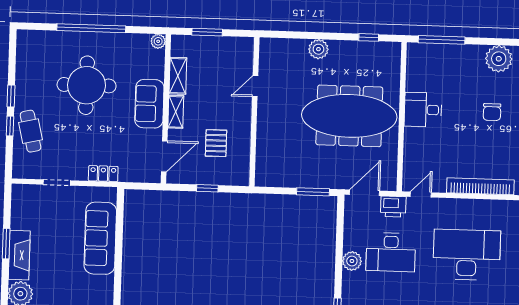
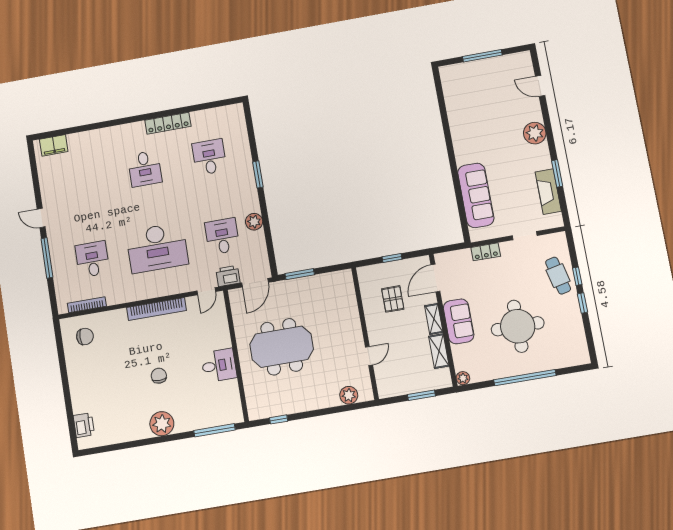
plant: (318, 49) -> (349, 395), moved
meeting table: (349, 116) -> (282, 347), width x0.73
desk: (391, 252) -> (222, 236), width x0.73
fireplace: (19, 255) -> (548, 192), moved

